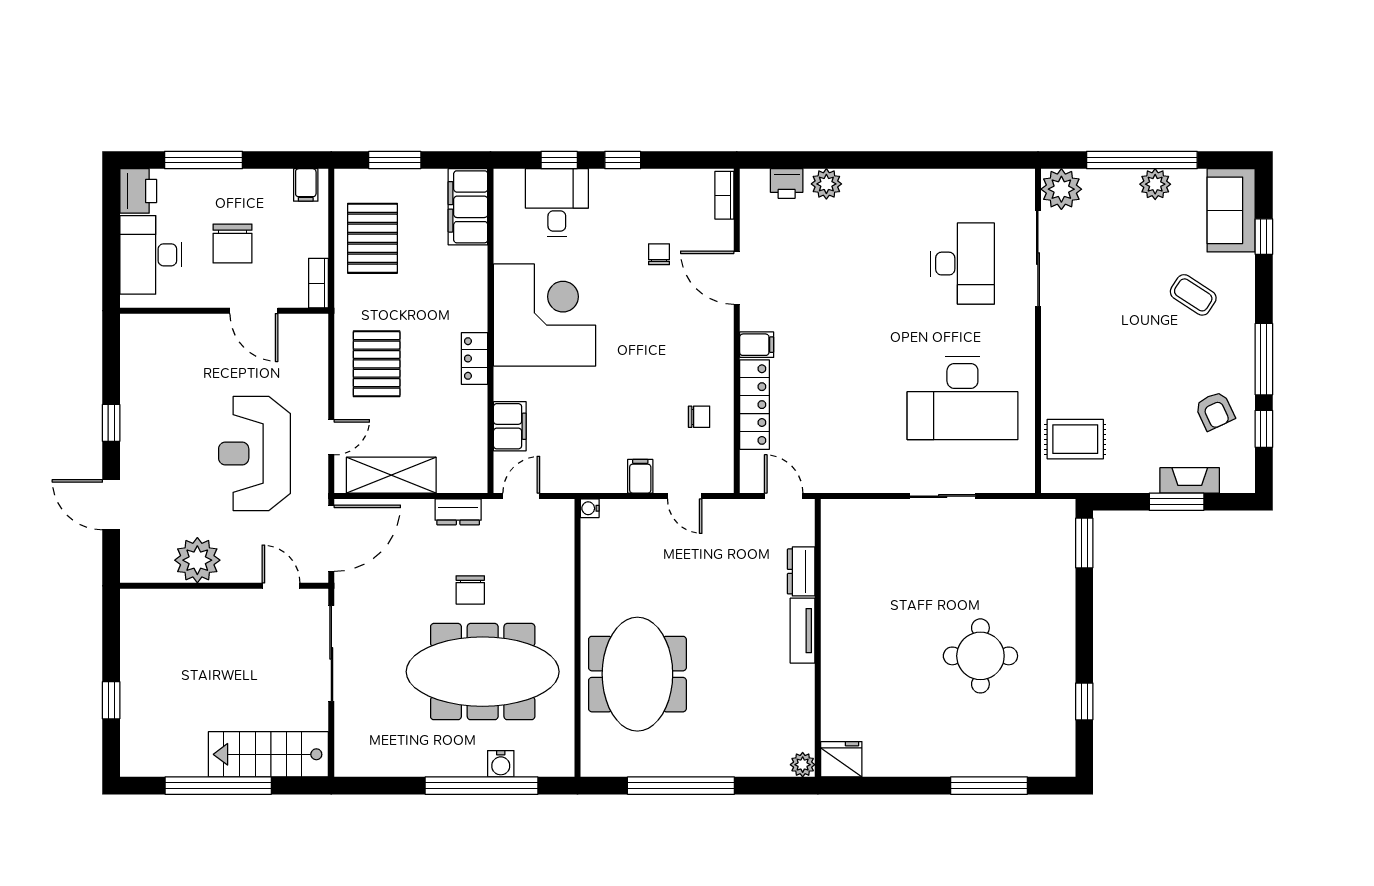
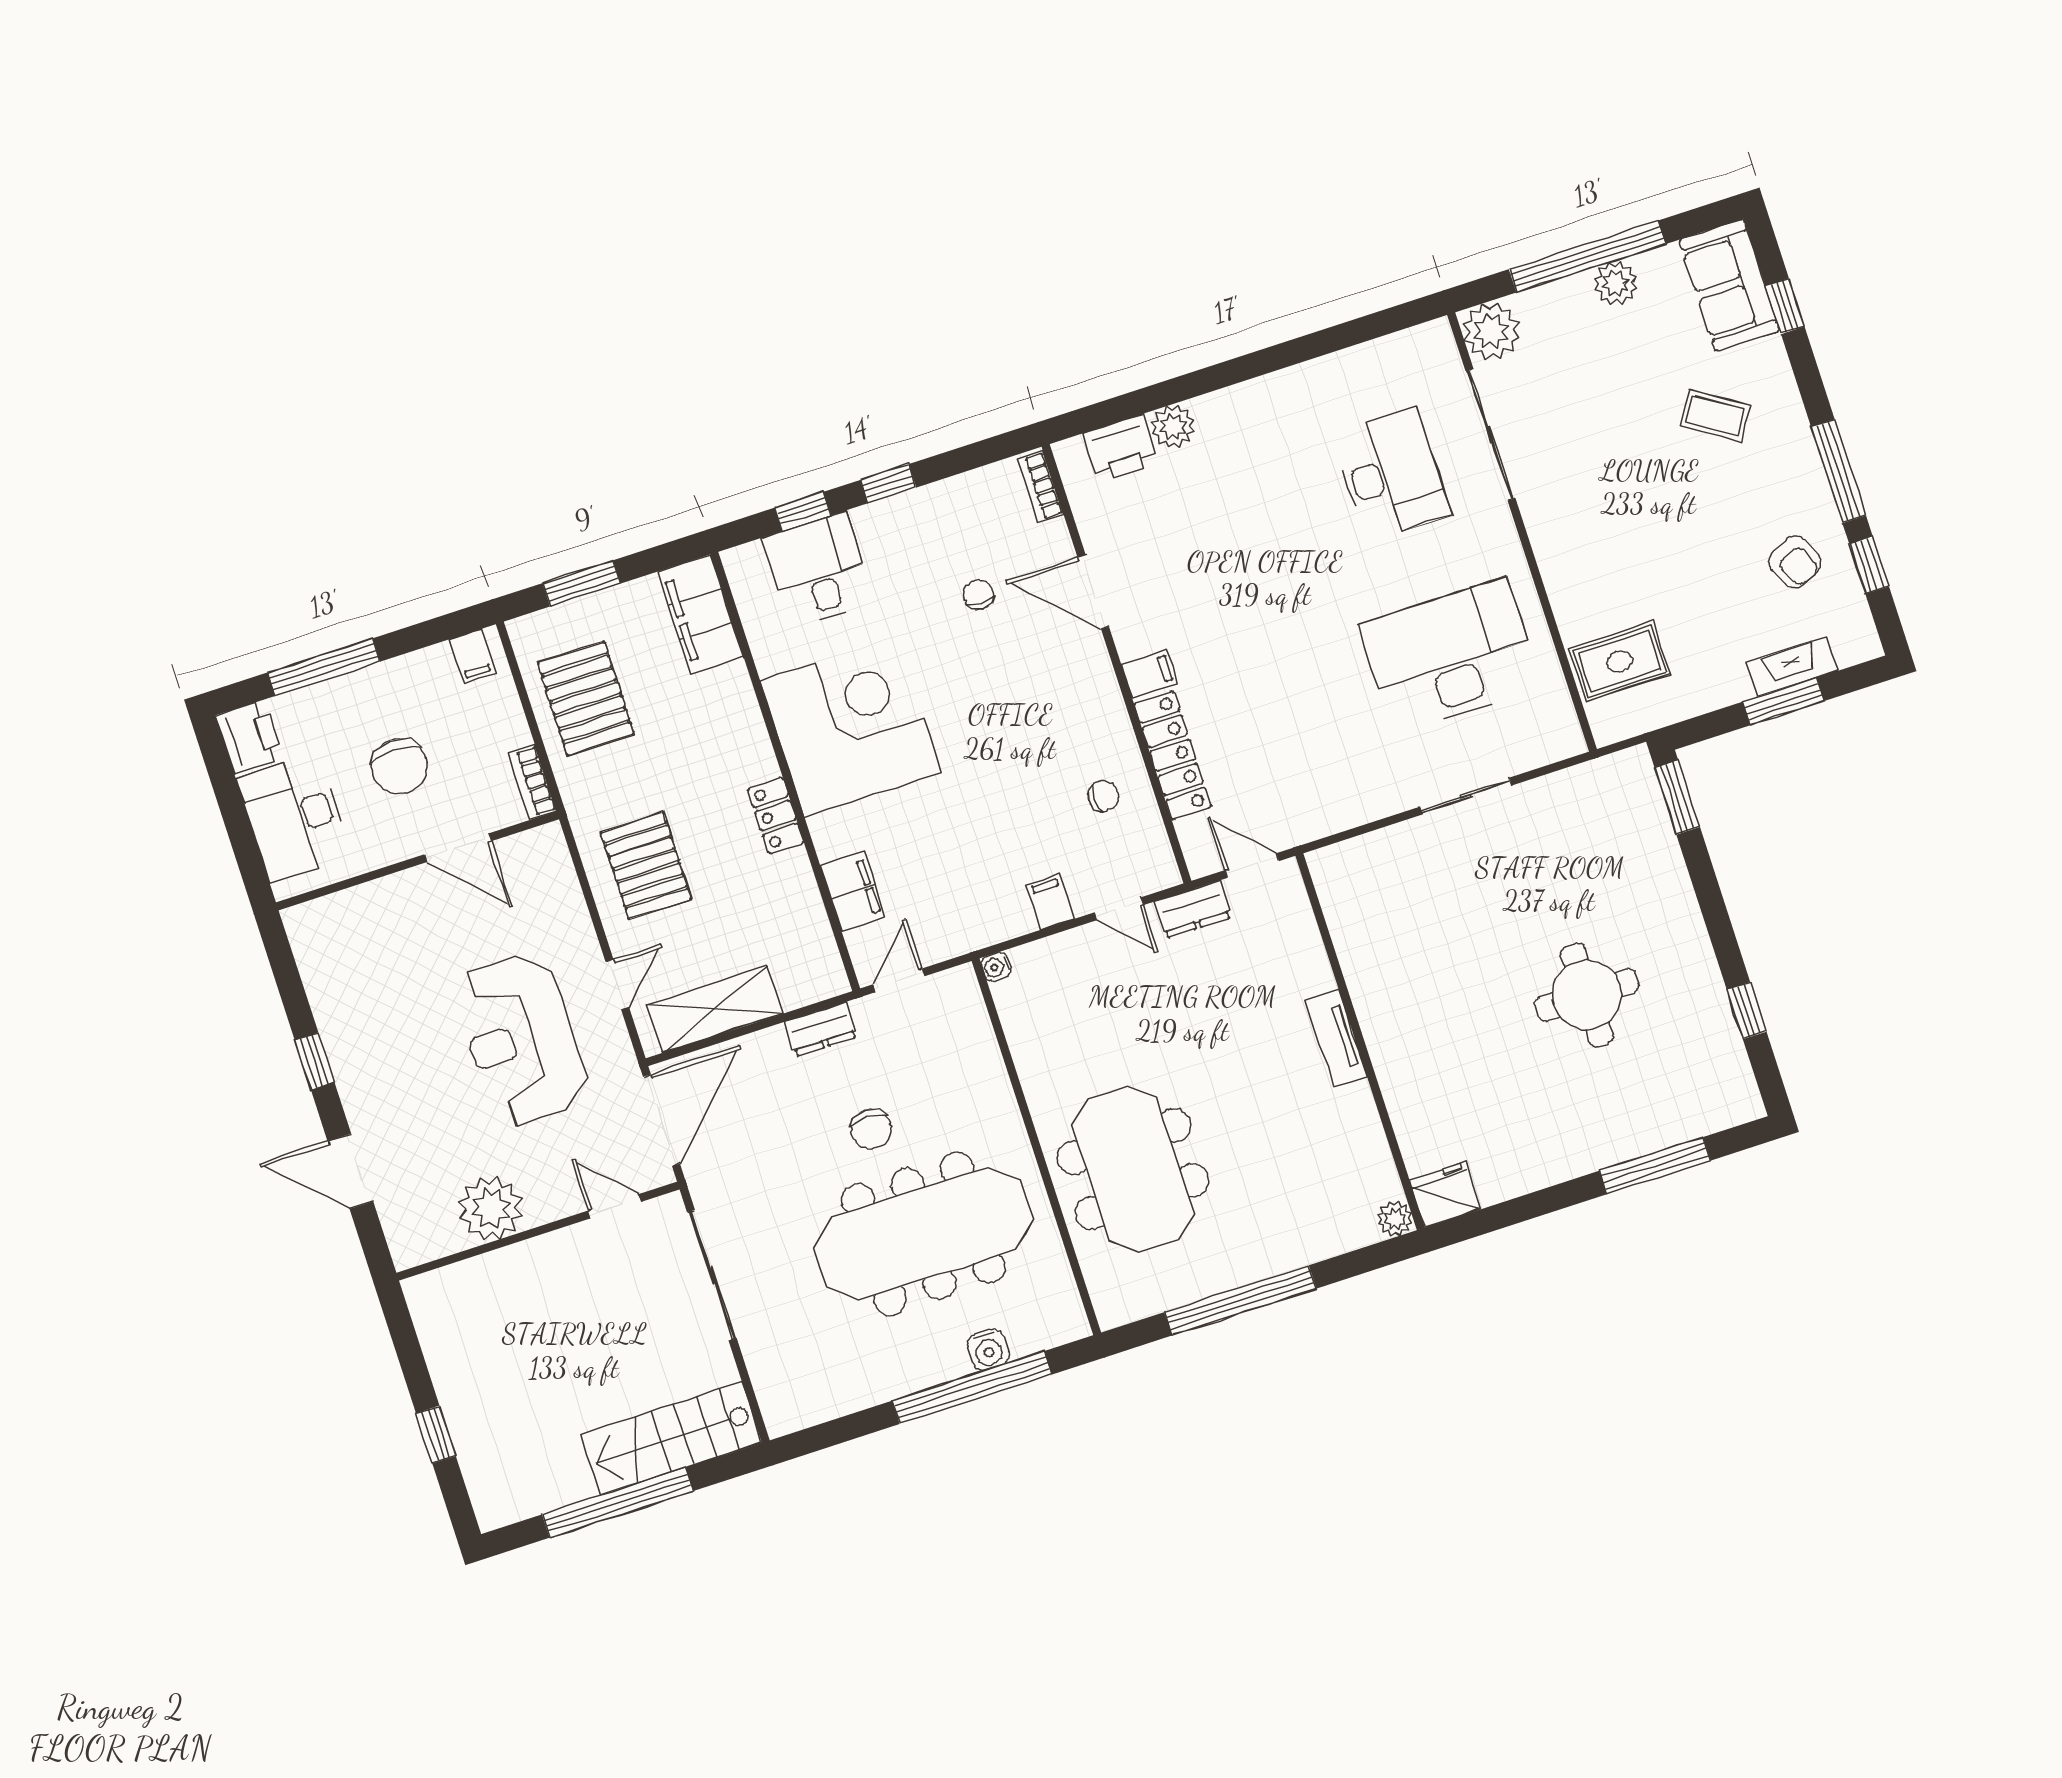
printer: (787, 184) -> (1121, 448), width x1.36, depth x1.24
desk: (962, 398) -> (1450, 656), turned 180
dresser: (801, 571) -> (1193, 910), moved, turned -90

